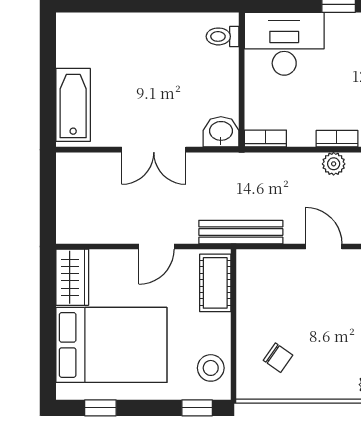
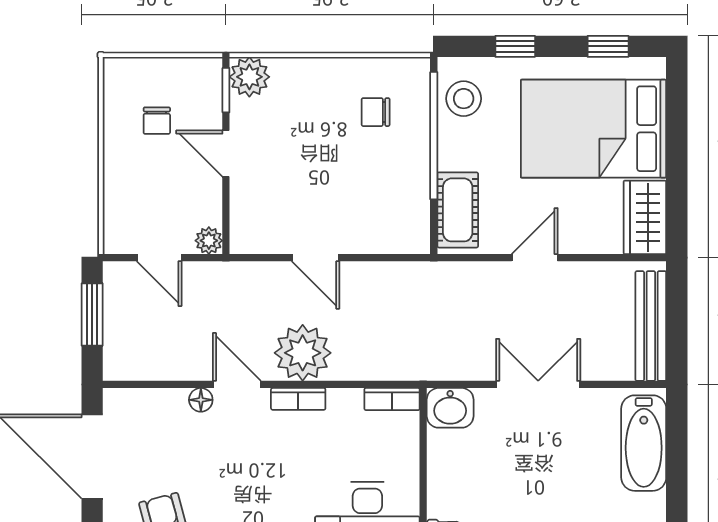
plant: (334, 164) -> (303, 353), width x1.88, depth x1.88
bench: (241, 232) -> (651, 326), moved, turned 90
window: (234, 340) -> (434, 136), added
chair: (278, 358) -> (376, 112), turned -35
window: (197, 408) -> (515, 46), moved

